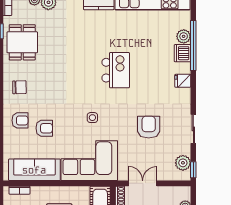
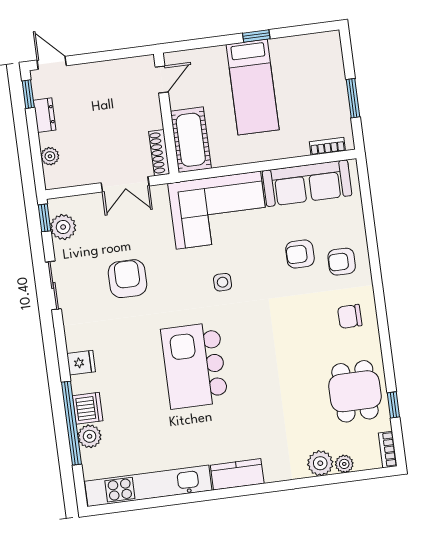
kitchen island: (116, 70) -> (194, 366), width x1.37, depth x1.28
armchair: (149, 127) -> (127, 279), turned 180

